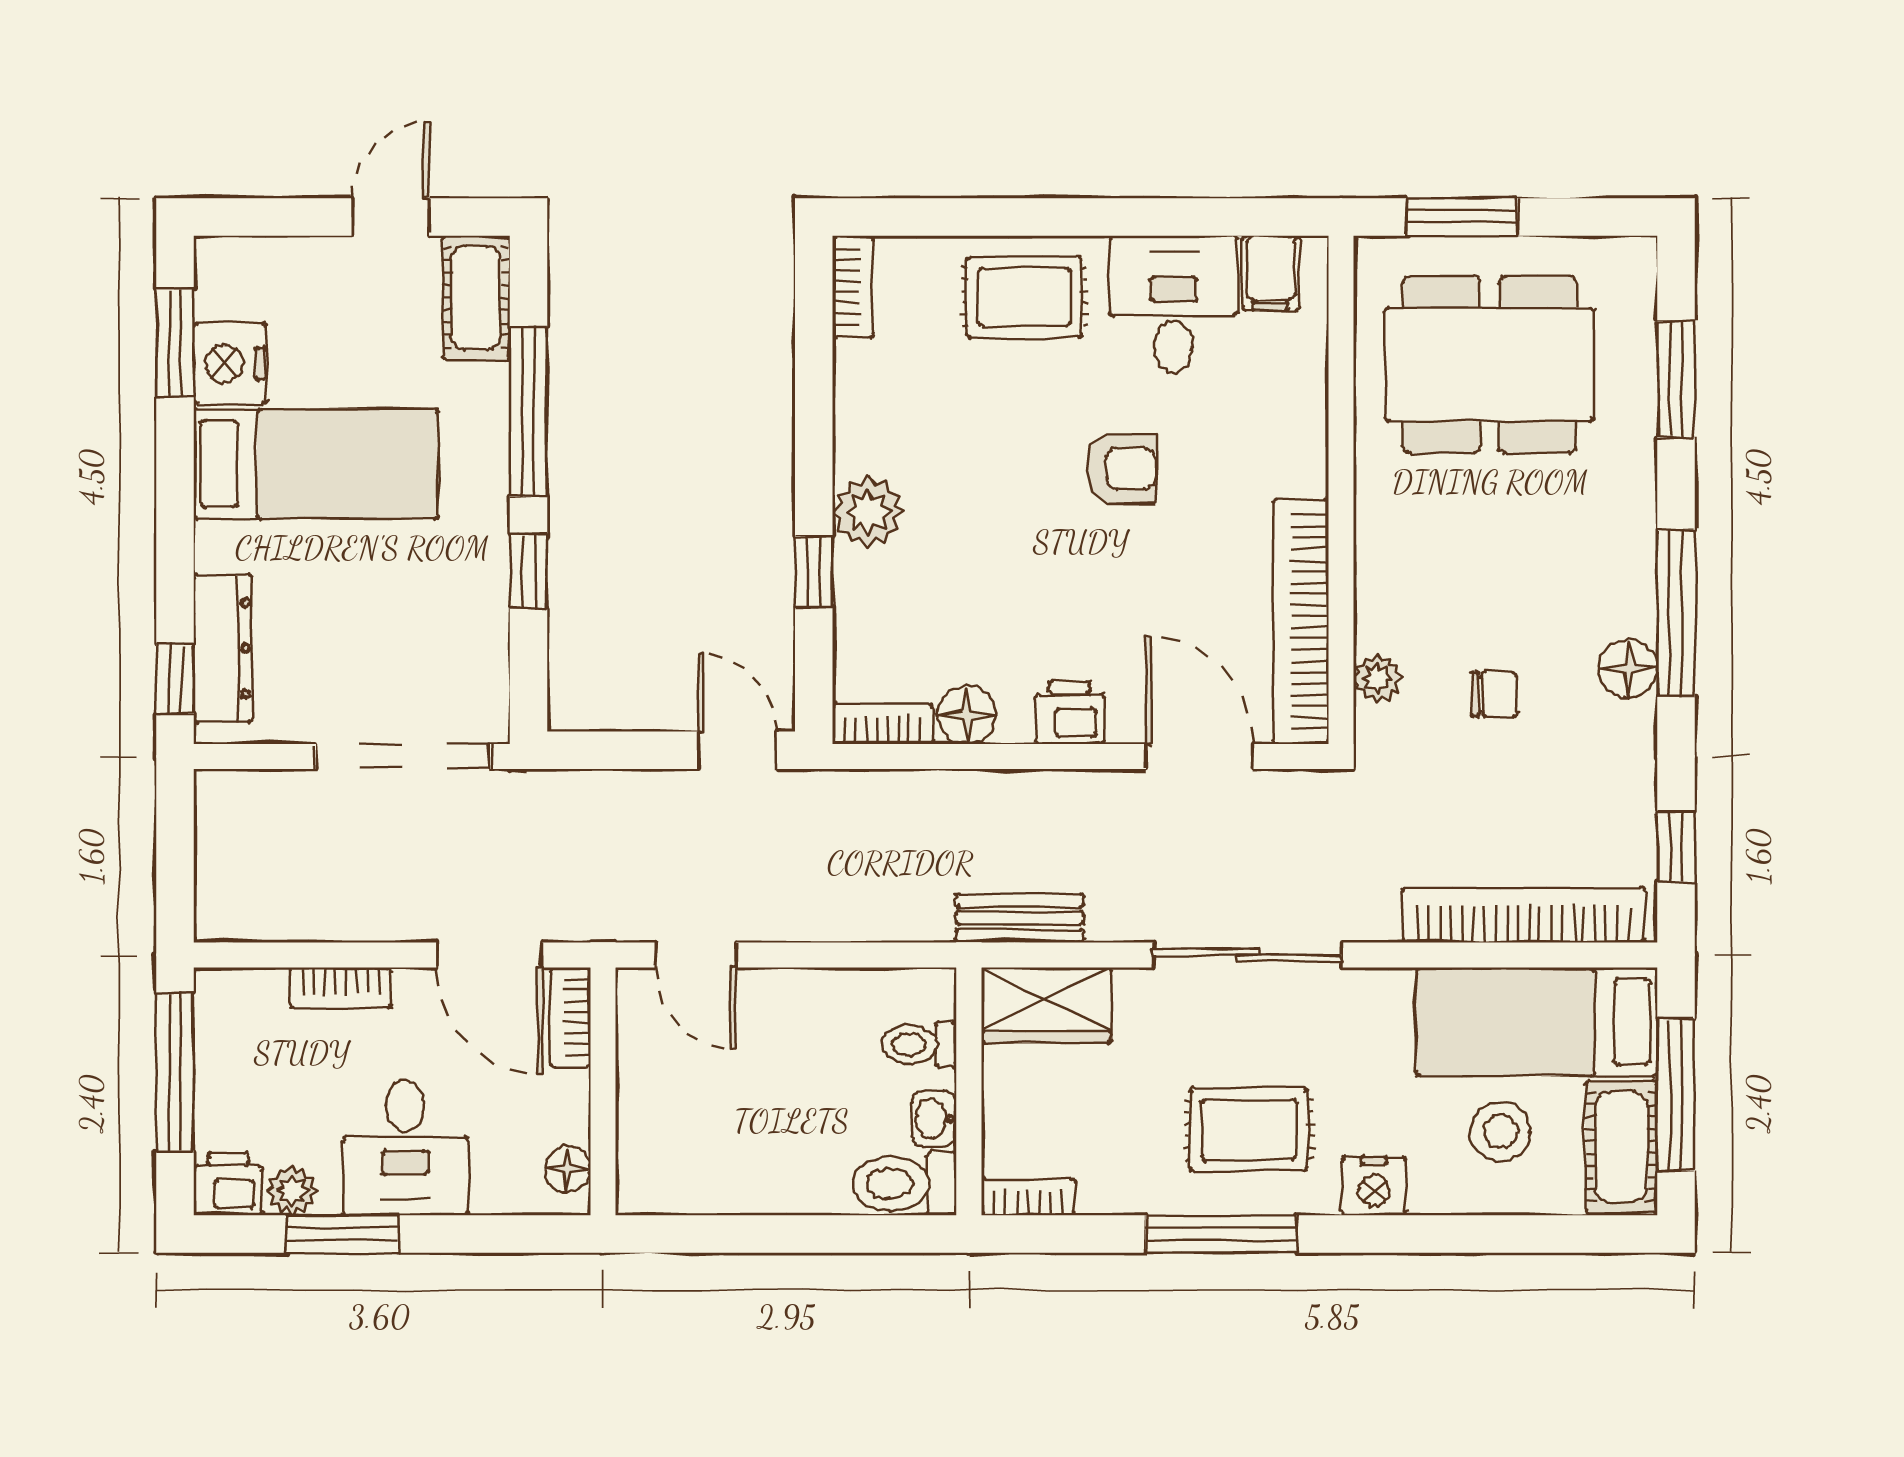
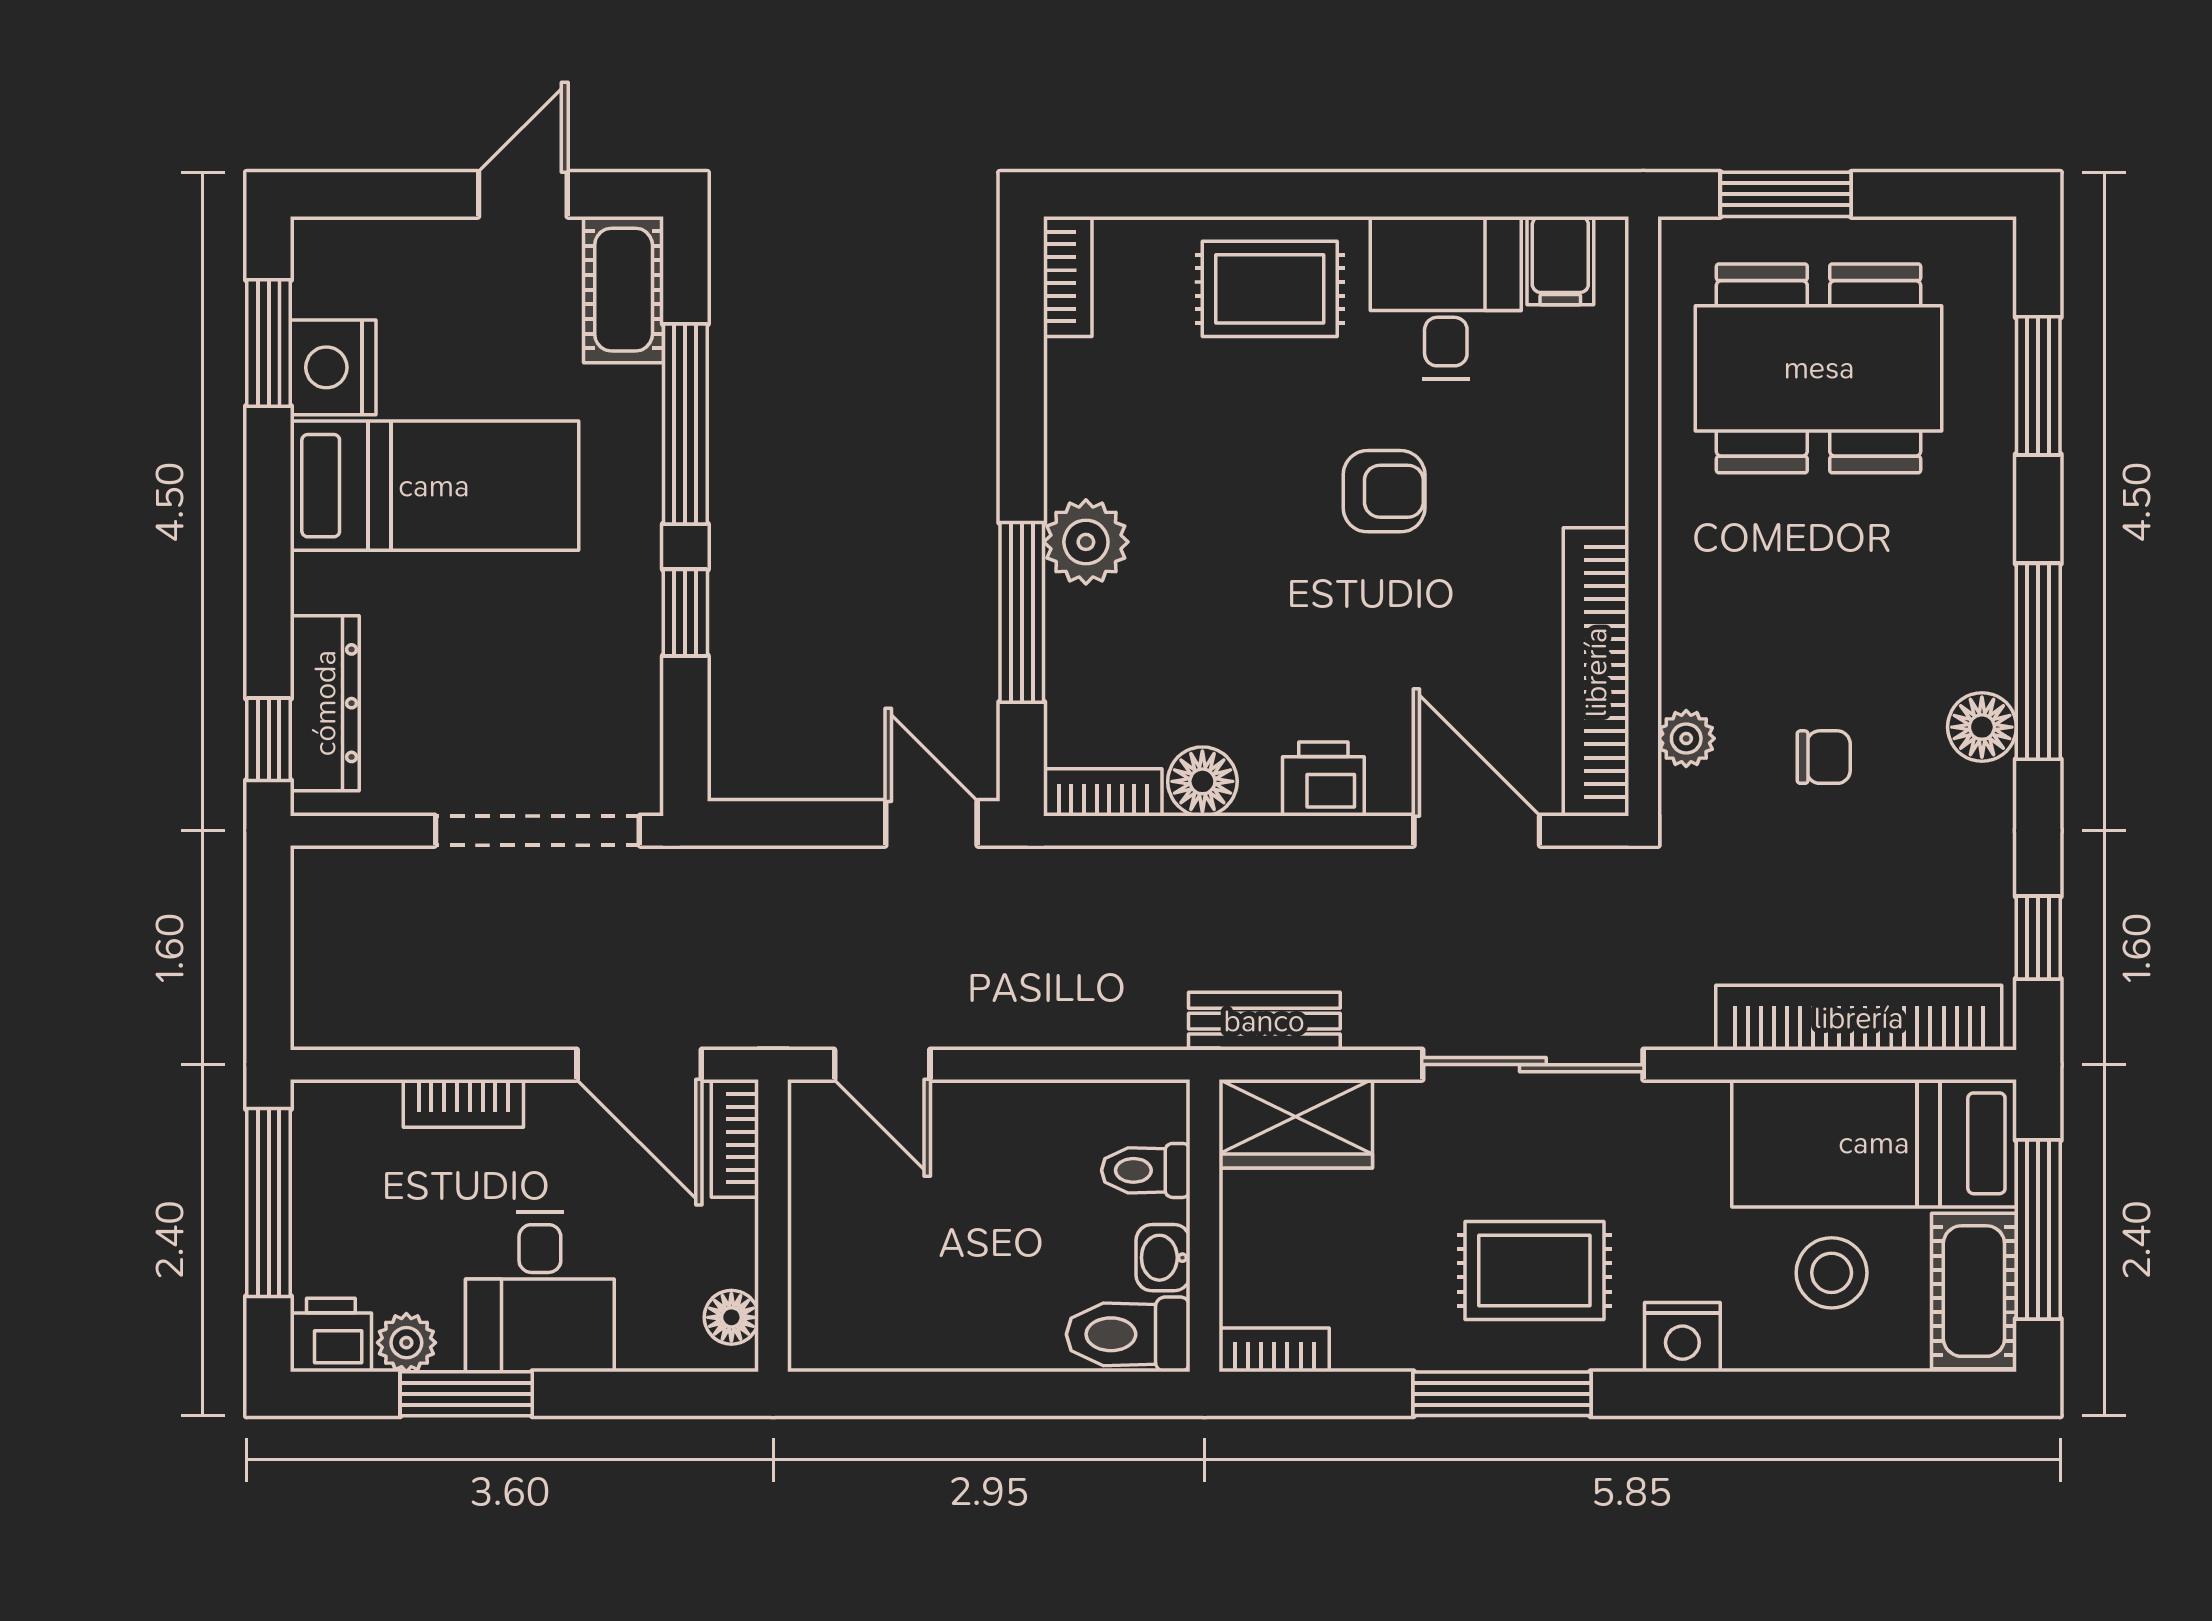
window: (814, 571) -> (1022, 612), width x2.17

